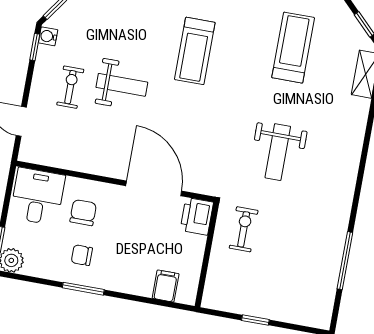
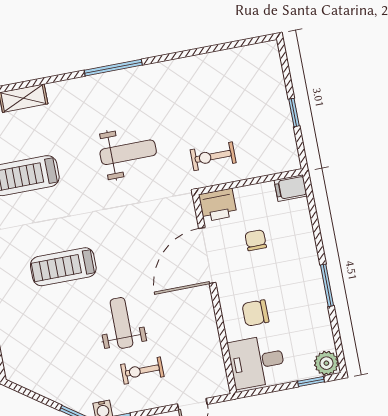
treadmill: (195, 51) -> (63, 267), turned 180
chair: (82, 255) -> (256, 240), moved, turned 180
window: (345, 261) -> (113, 68), moved
filing cabinet: (166, 286) -> (291, 188), moved

